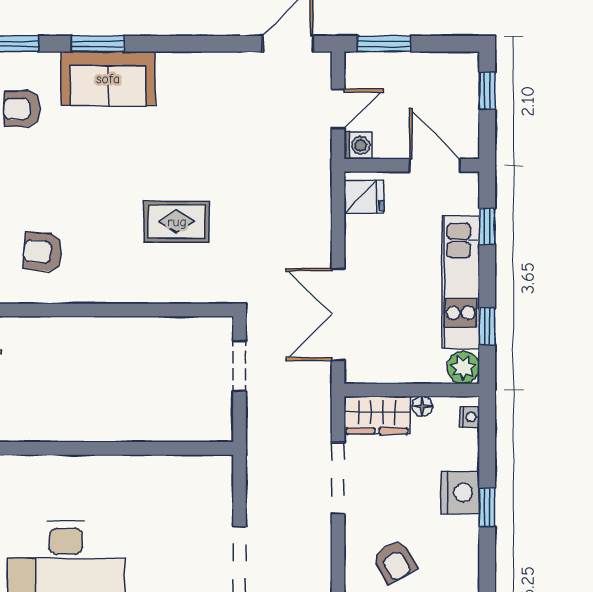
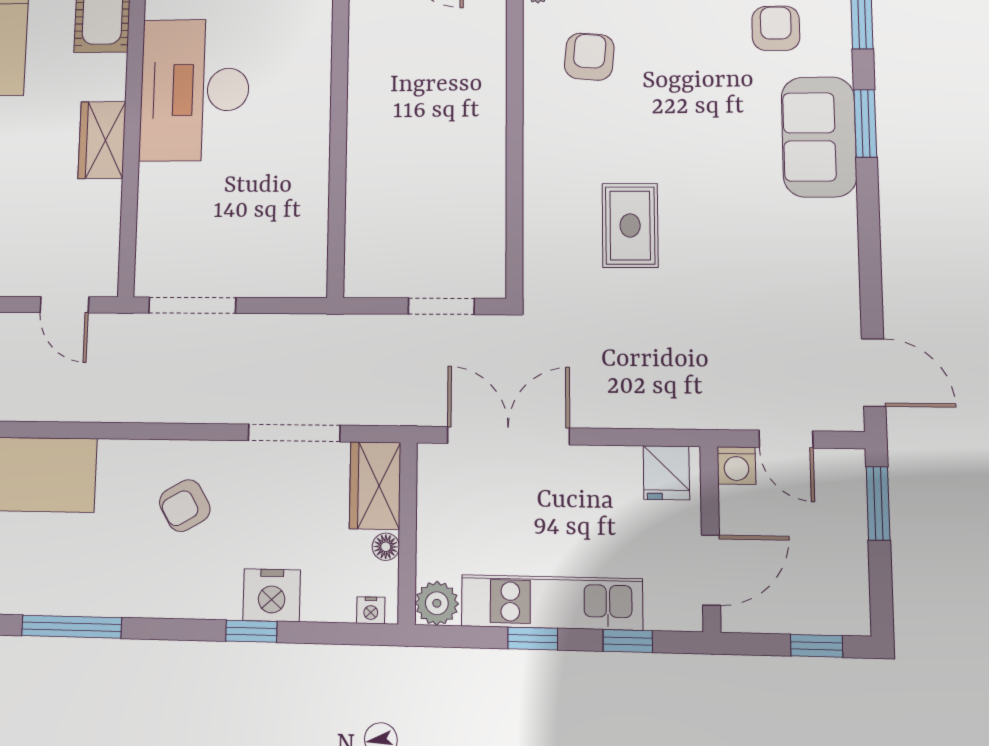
window: (487, 326) -> (533, 639), moved

